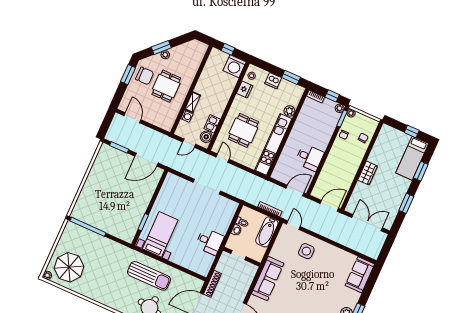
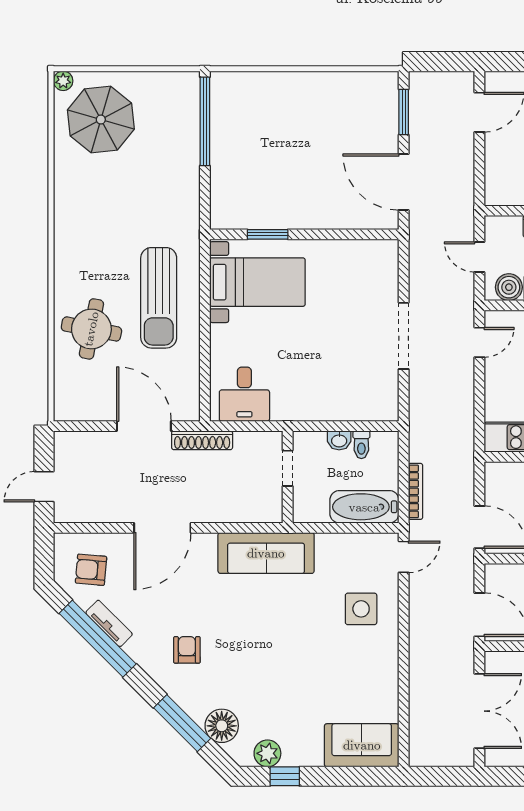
desk: (210, 242) -> (244, 394), moved

